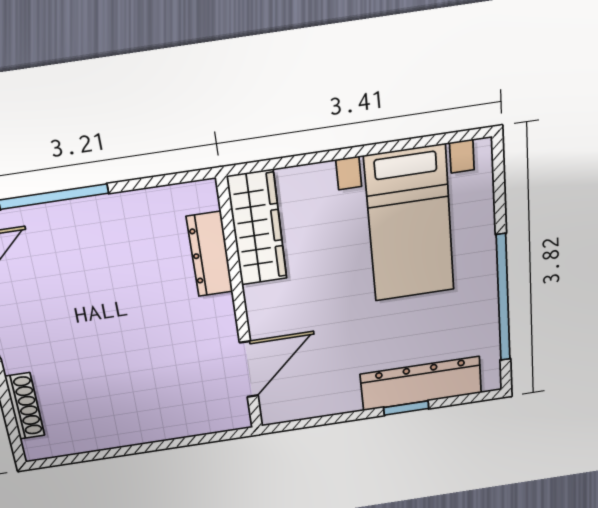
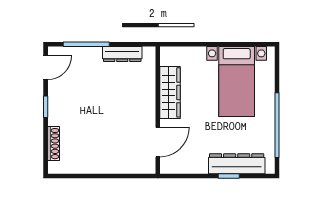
wardrobe: (257, 228) -> (170, 92), moved
dresser: (210, 254) -> (122, 54), moved, turned -90

